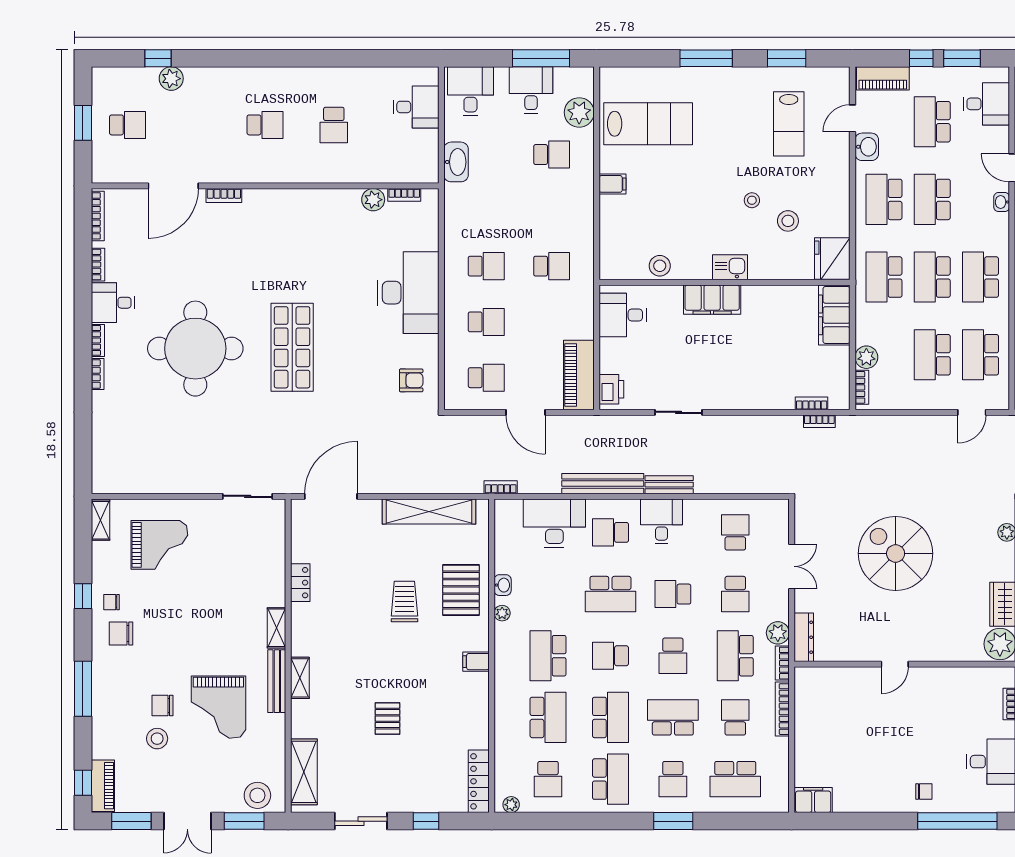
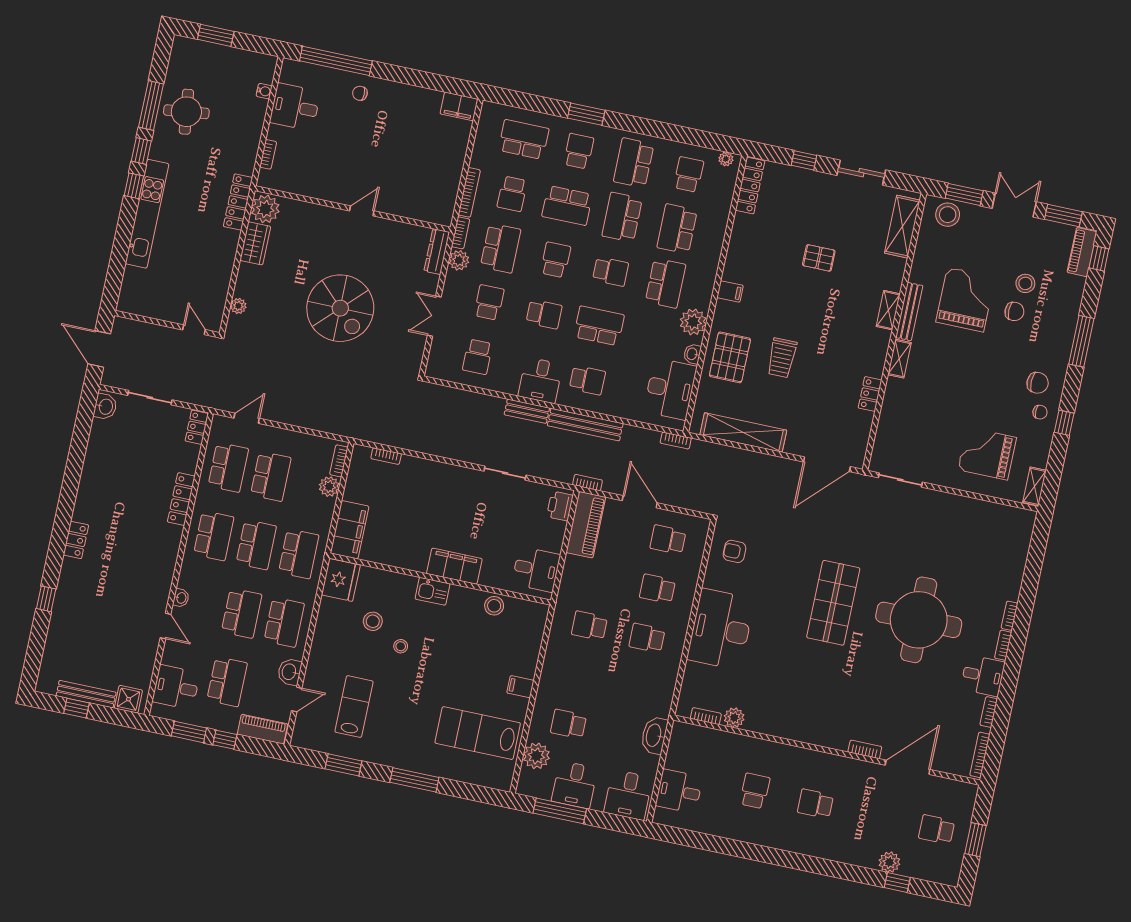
bookcase: (819, 421) -> (588, 483), moved
desk: (554, 523) -> (670, 389), moved, turned -90
plant: (502, 613) -> (693, 322), width x1.87, depth x1.87
pallet: (387, 719) -> (819, 258), turned 90

